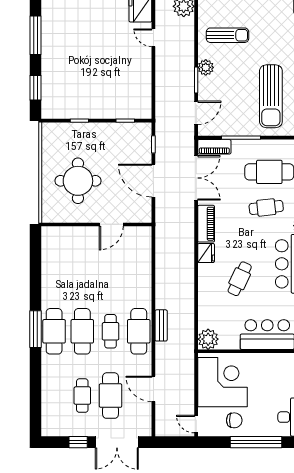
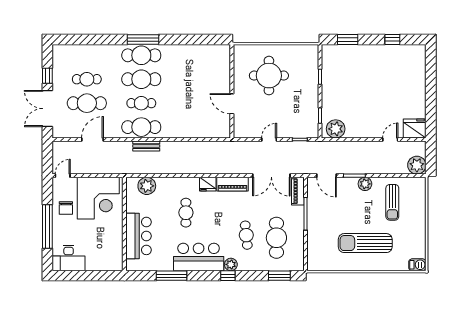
window: (35, 35) -> (392, 40), width x0.46
sun lounger: (271, 96) -> (365, 243), moved
plant: (141, 102) -> (336, 129), added
door: (153, 181) -> (269, 139), width x0.53
cafe table: (240, 279) -> (186, 213), turned 65
plant: (208, 339) -> (147, 186), moved

